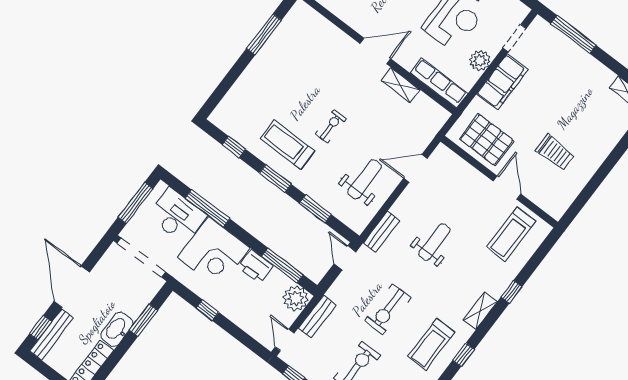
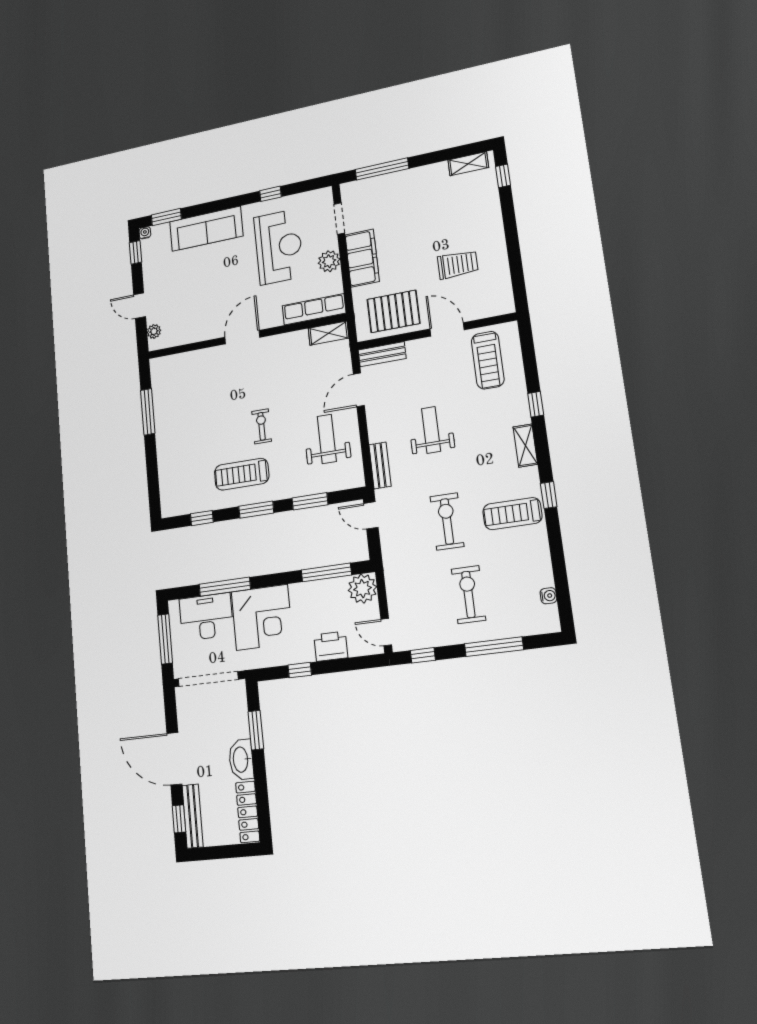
shelving: (401, 85) -> (328, 333), moved
printer: (256, 266) -> (331, 646), moved, turned 180
exercise bike: (388, 309) -> (447, 521), turned 180
bench: (317, 317) -> (382, 354), moved, turned 90
treadmill: (431, 344) -> (512, 514), turned 90

